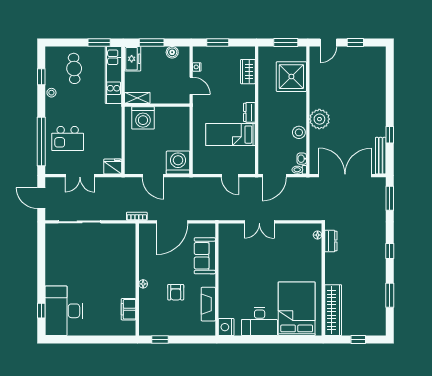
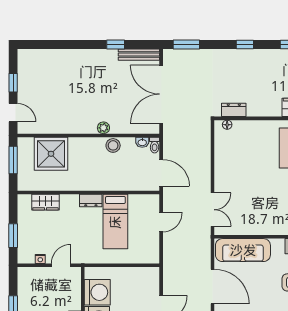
boiler: (172, 52) -> (24, 286), removed
plant: (319, 119) -> (103, 128), width x0.53, depth x0.53
washing machine: (178, 163) -> (97, 292), moved, turned 180
double door: (259, 222) -> (212, 210), moved
sofa: (205, 256) -> (243, 250), width x1.36

